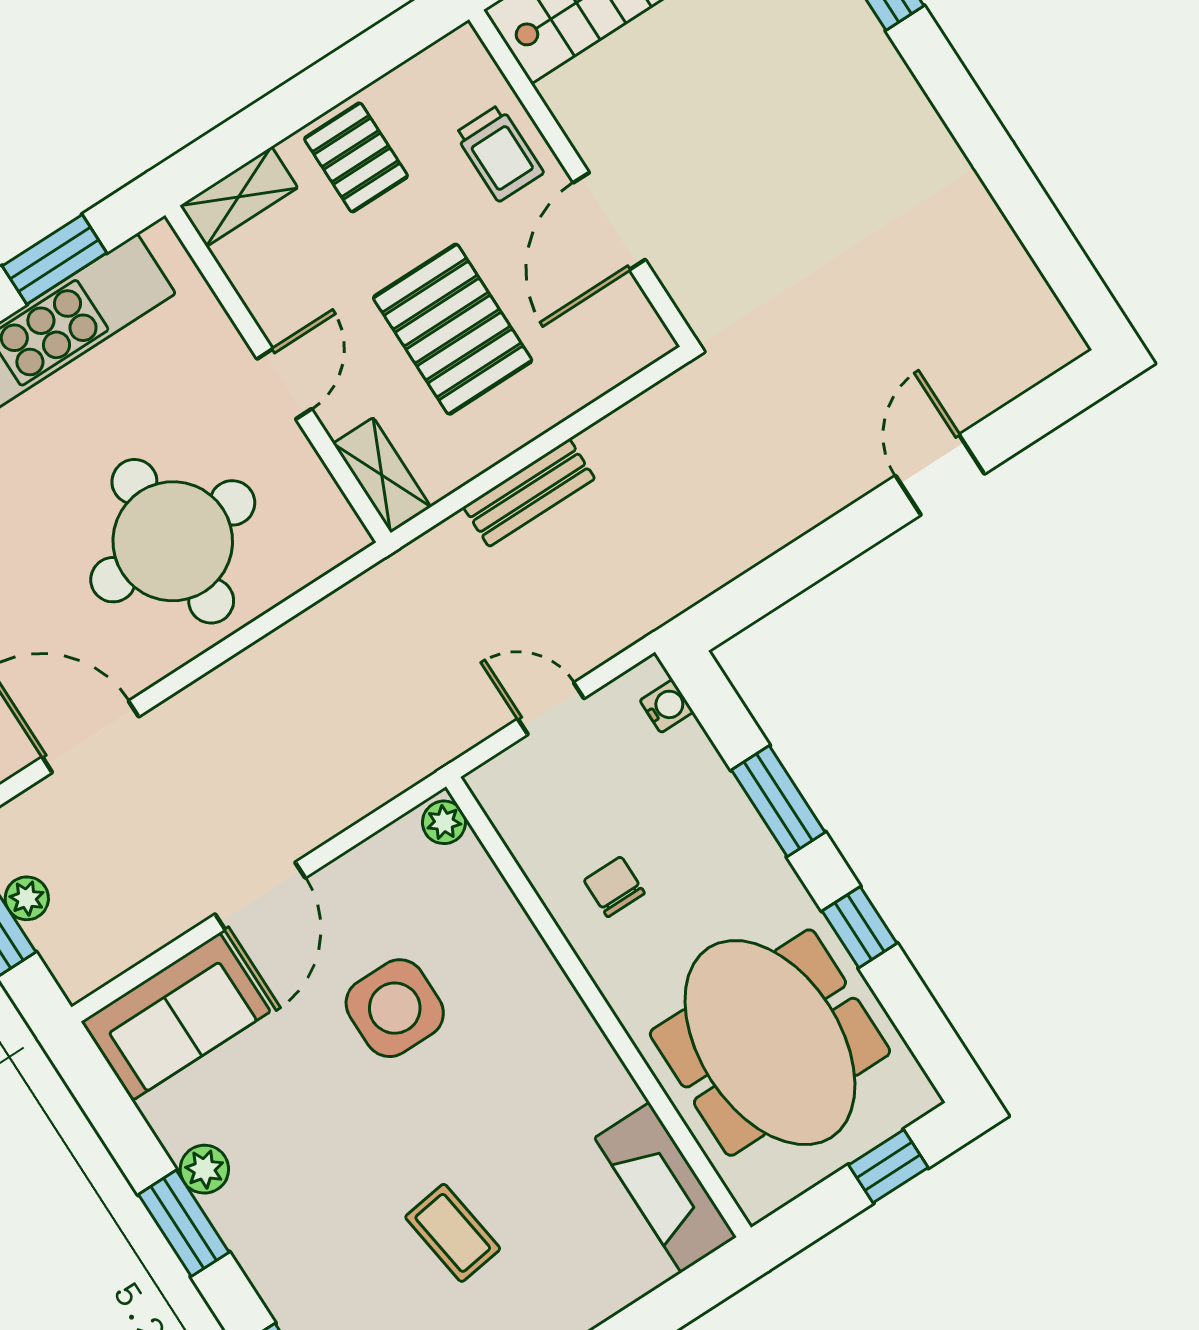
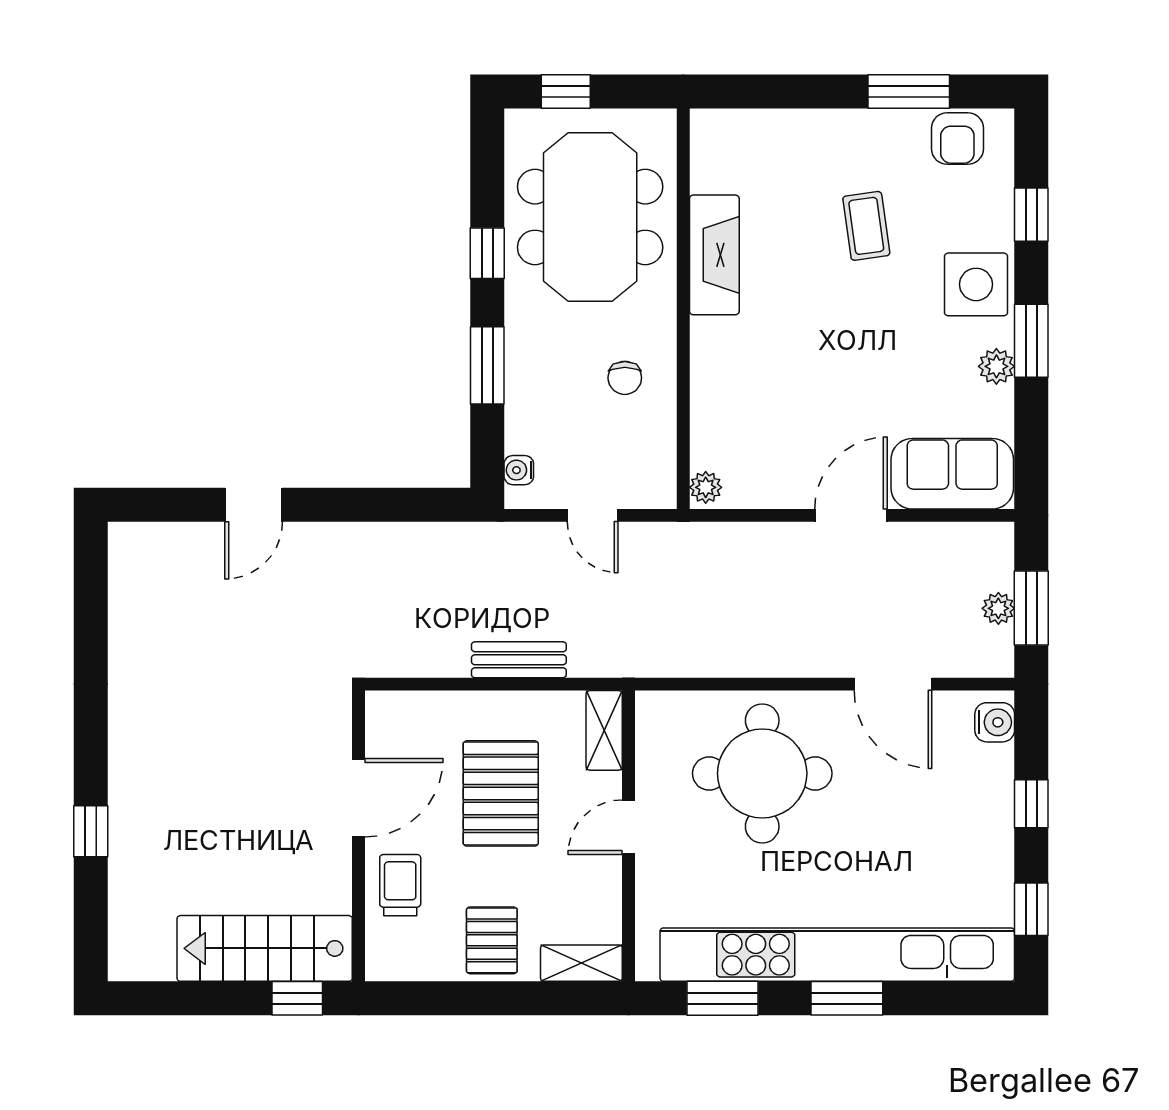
side table: (395, 1008) -> (976, 284), moved
fireplace: (665, 1187) -> (714, 255), moved

